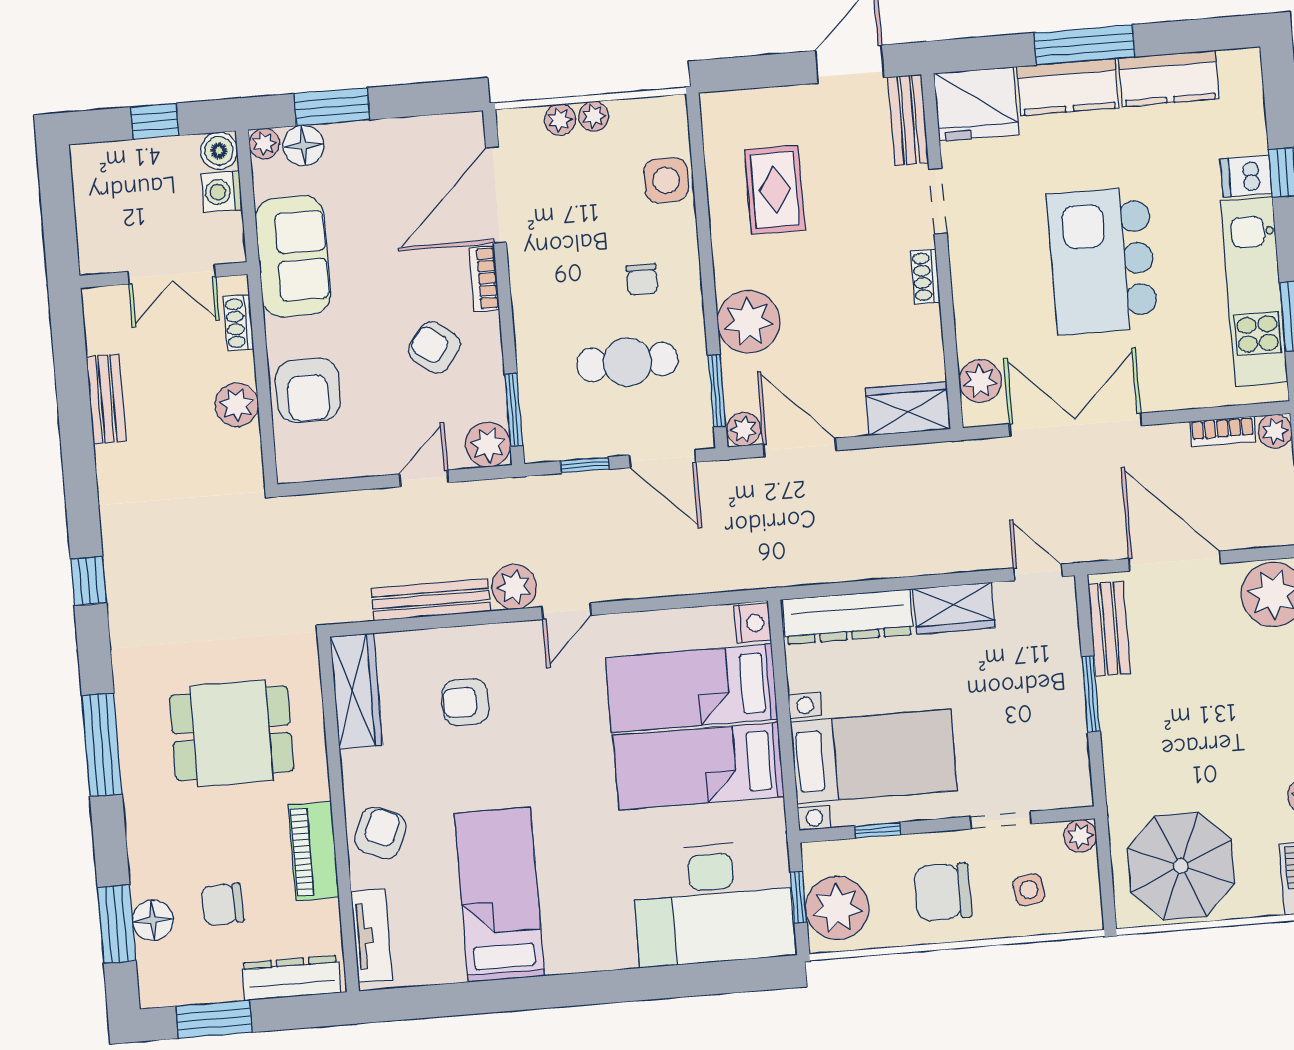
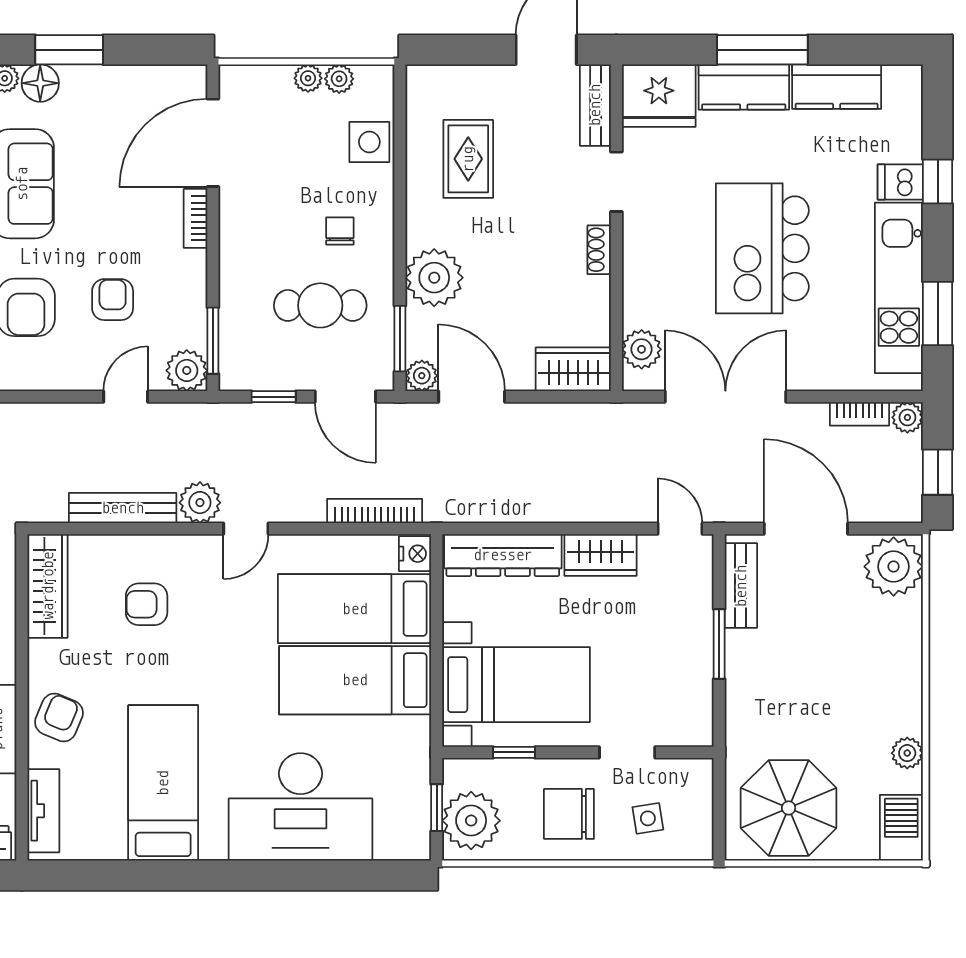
plant: (560, 120) -> (339, 79), moved
chair: (642, 279) -> (340, 231), turned 180
armchair: (434, 348) -> (113, 300), moved, turned 53
bookcase: (705, 580) -> (375, 511), added
plant: (1080, 836) -> (699, 773), removed
desk: (713, 903) -> (301, 807), moved

